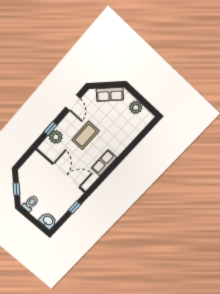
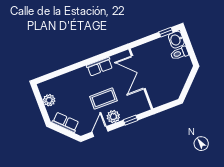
plant: (56, 137) -> (113, 117), moved
window: (16, 189) -> (189, 83), removed
toilet: (30, 203) -> (179, 53), moved
window: (75, 207) -> (166, 32), moved

